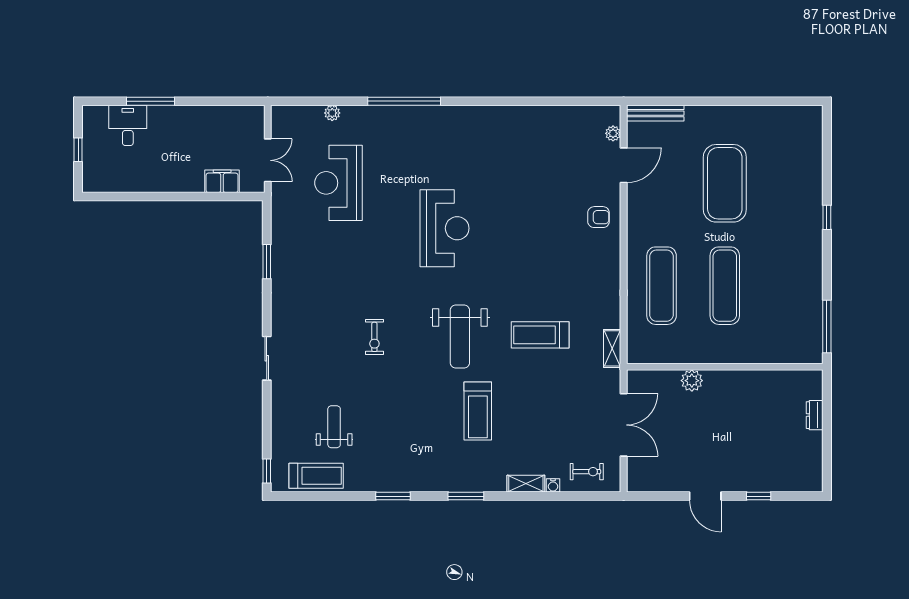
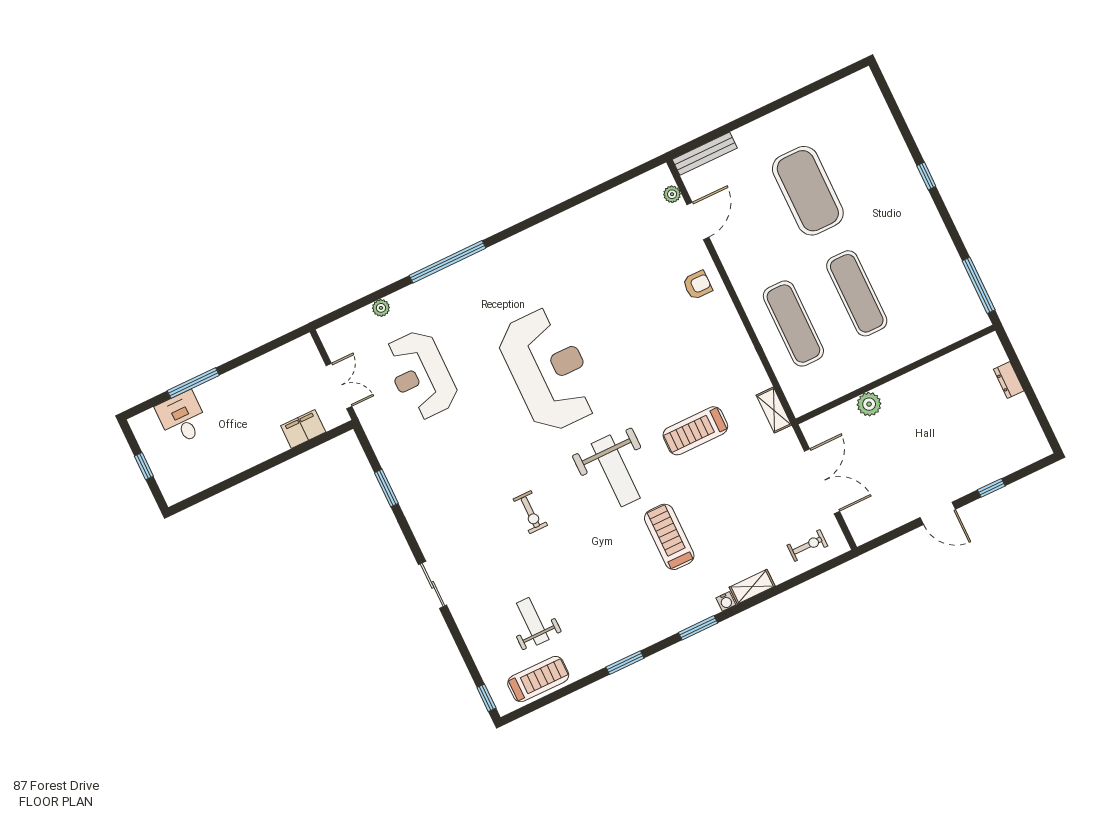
reception desk: (445, 228) -> (549, 370), width x1.36, depth x1.30
treadmill: (478, 411) -> (669, 537), turned 180
water cooler: (553, 485) -> (726, 601), moved

